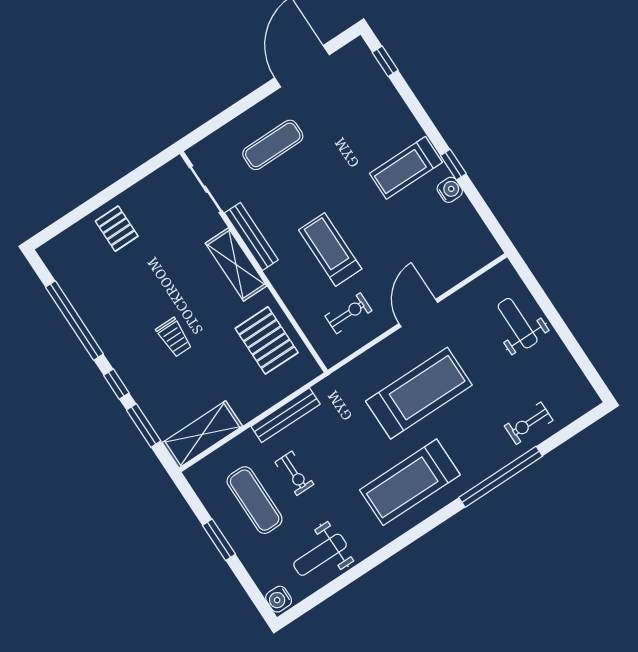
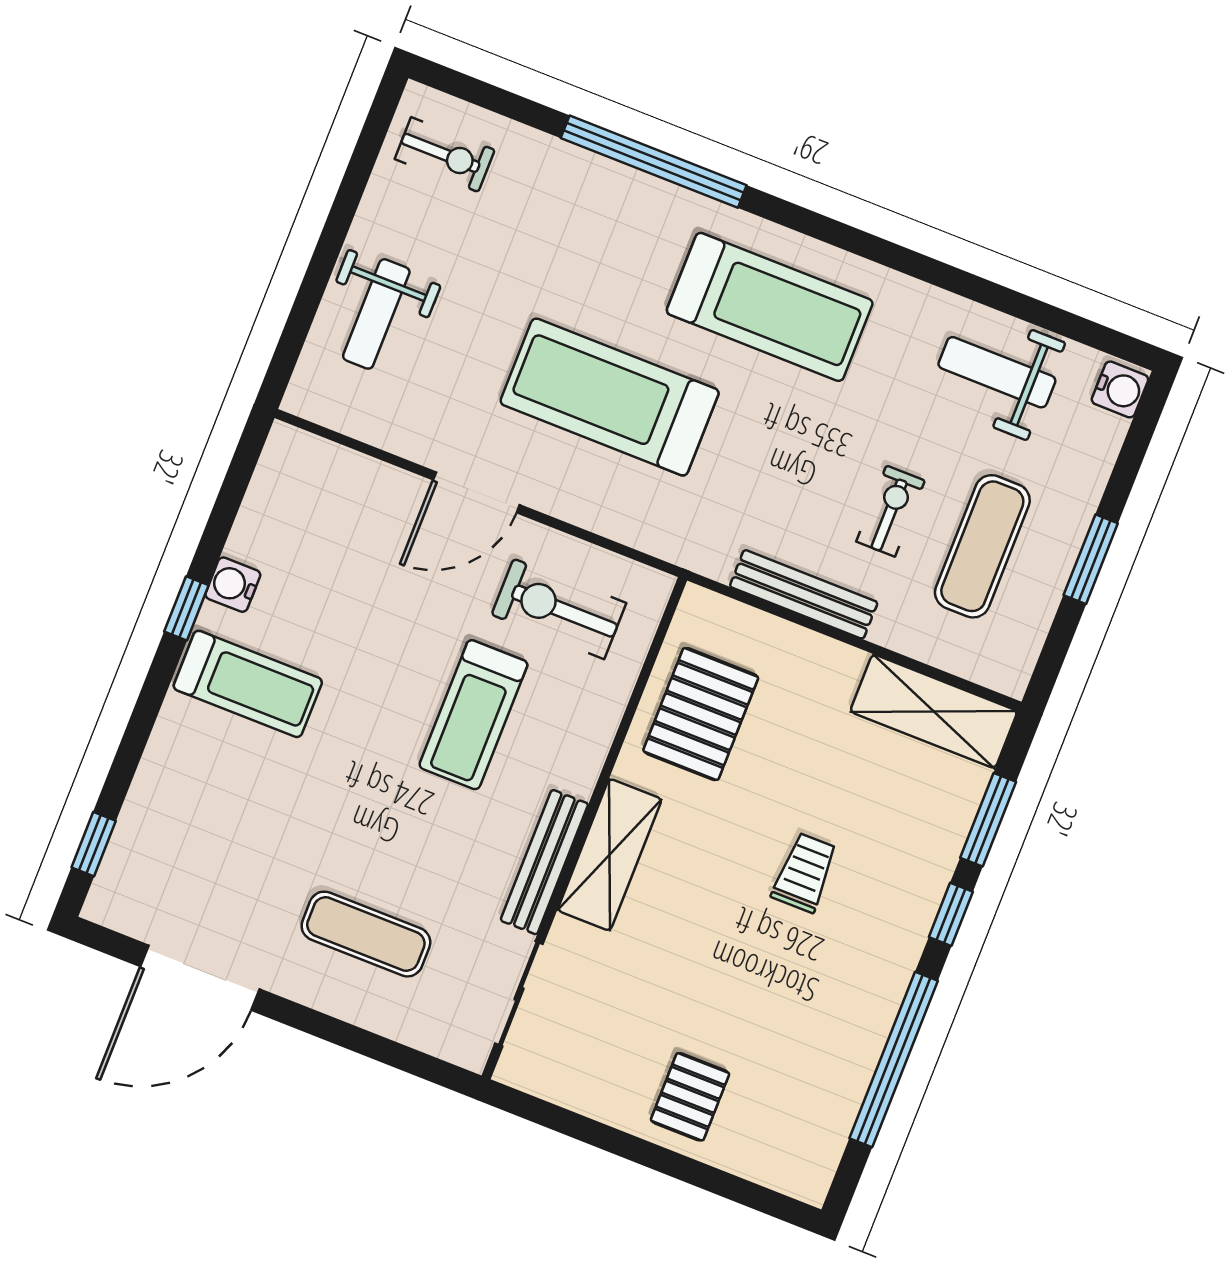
exercise bike: (349, 313) -> (559, 609), width x1.38, depth x1.39
exercise bike: (529, 423) -> (445, 155), moved
weight bench: (320, 555) -> (997, 372), turned 180

